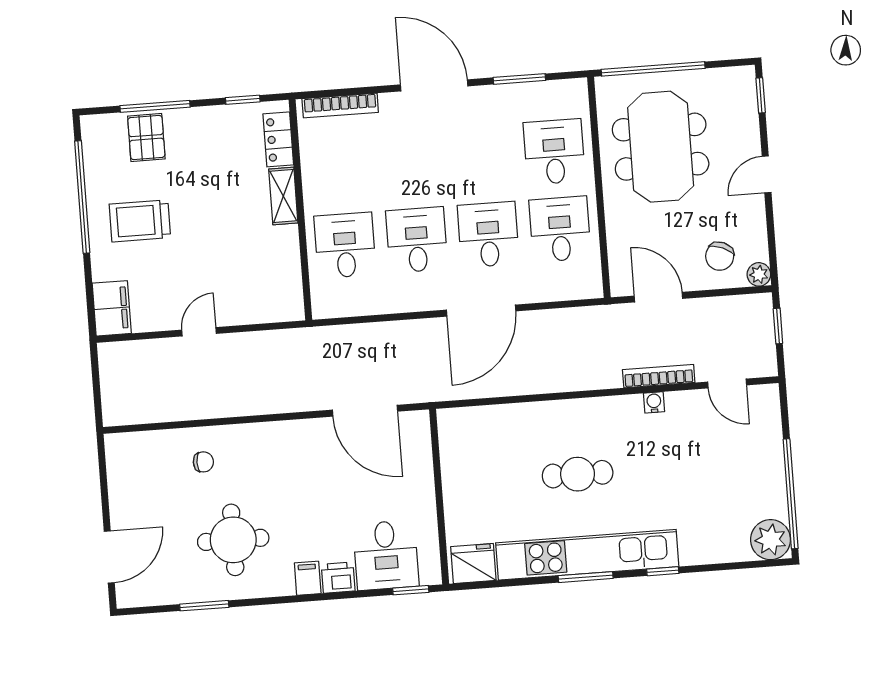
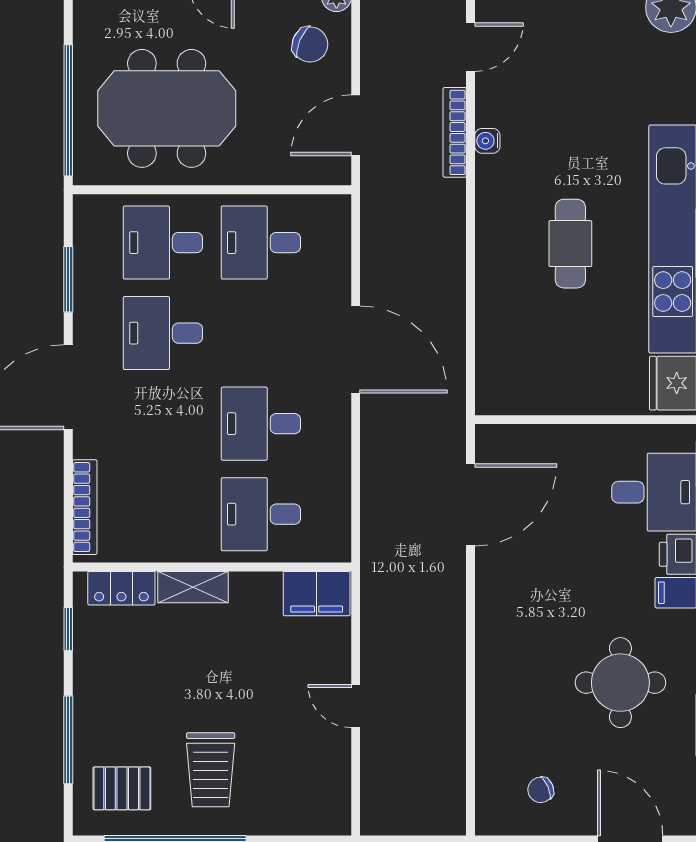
pallet: (146, 137) -> (122, 788), moved
desk: (488, 235) -> (163, 333), moved
filing cabinet: (112, 308) -> (317, 594), moved, turned 180
chair: (203, 462) -> (541, 790), moved, turned -113

